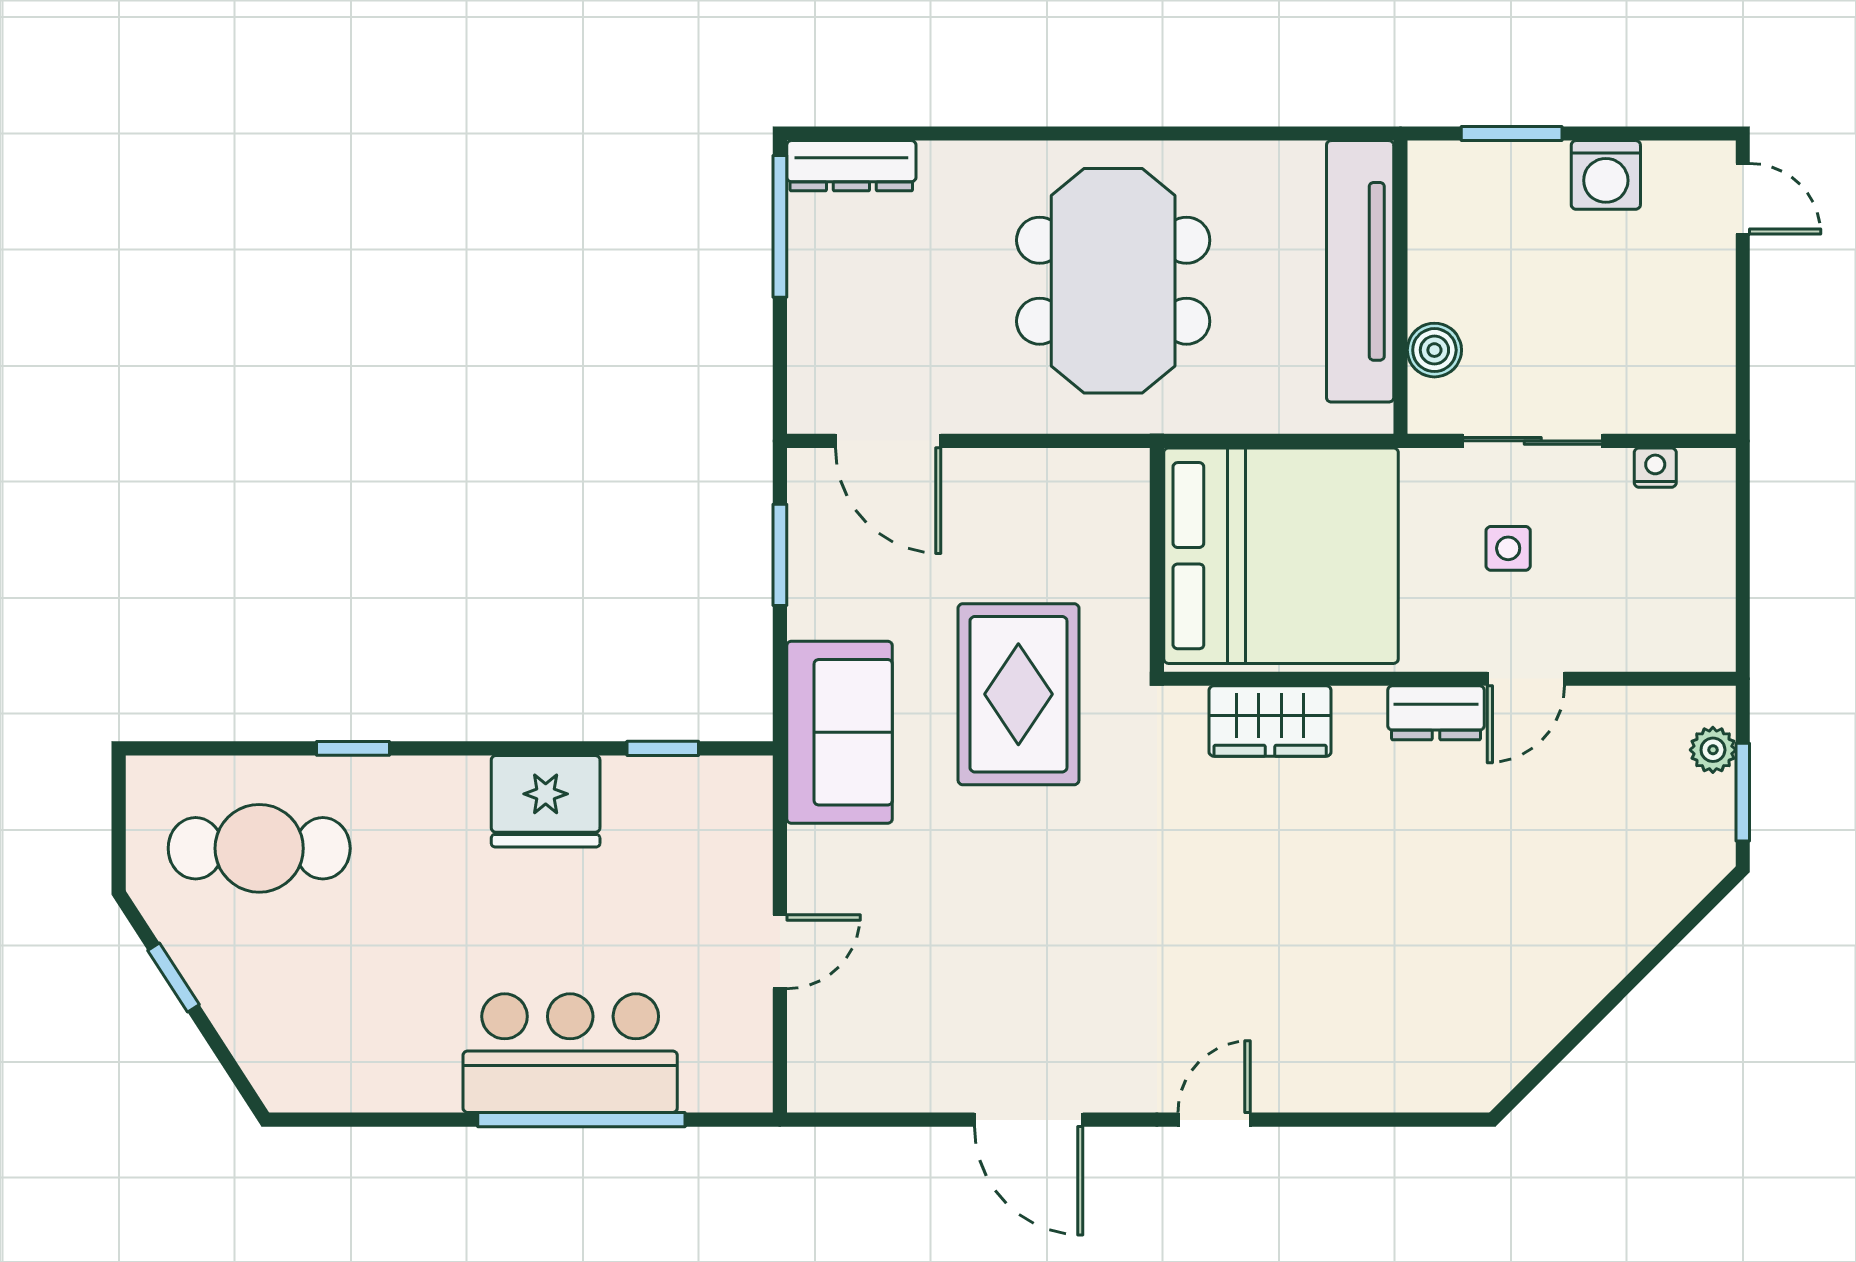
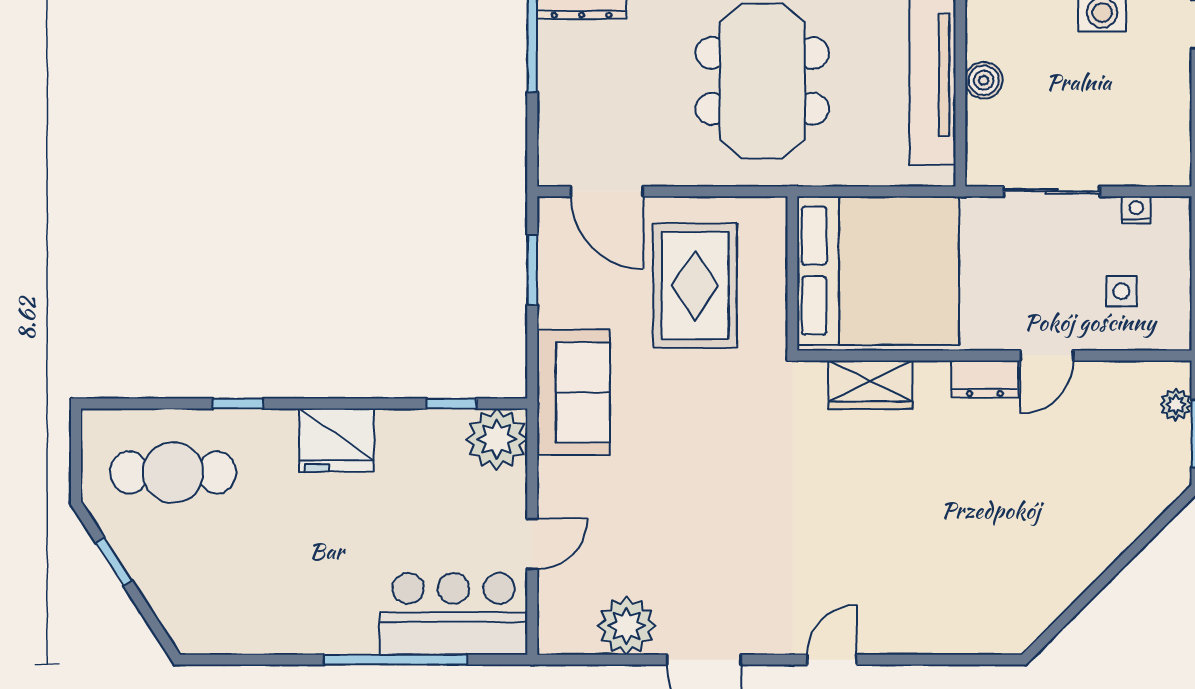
boiler: (1434, 350) -> (984, 80), moved
side table: (1508, 548) -> (1121, 291), moved
rug: (1018, 694) -> (695, 286), moved
plant: (728, 800) -> (497, 439), added
fridge: (546, 801) -> (336, 440), moved
bar counter: (570, 1053) -> (454, 614), moved
plant: (917, 1071) -> (627, 626), added

